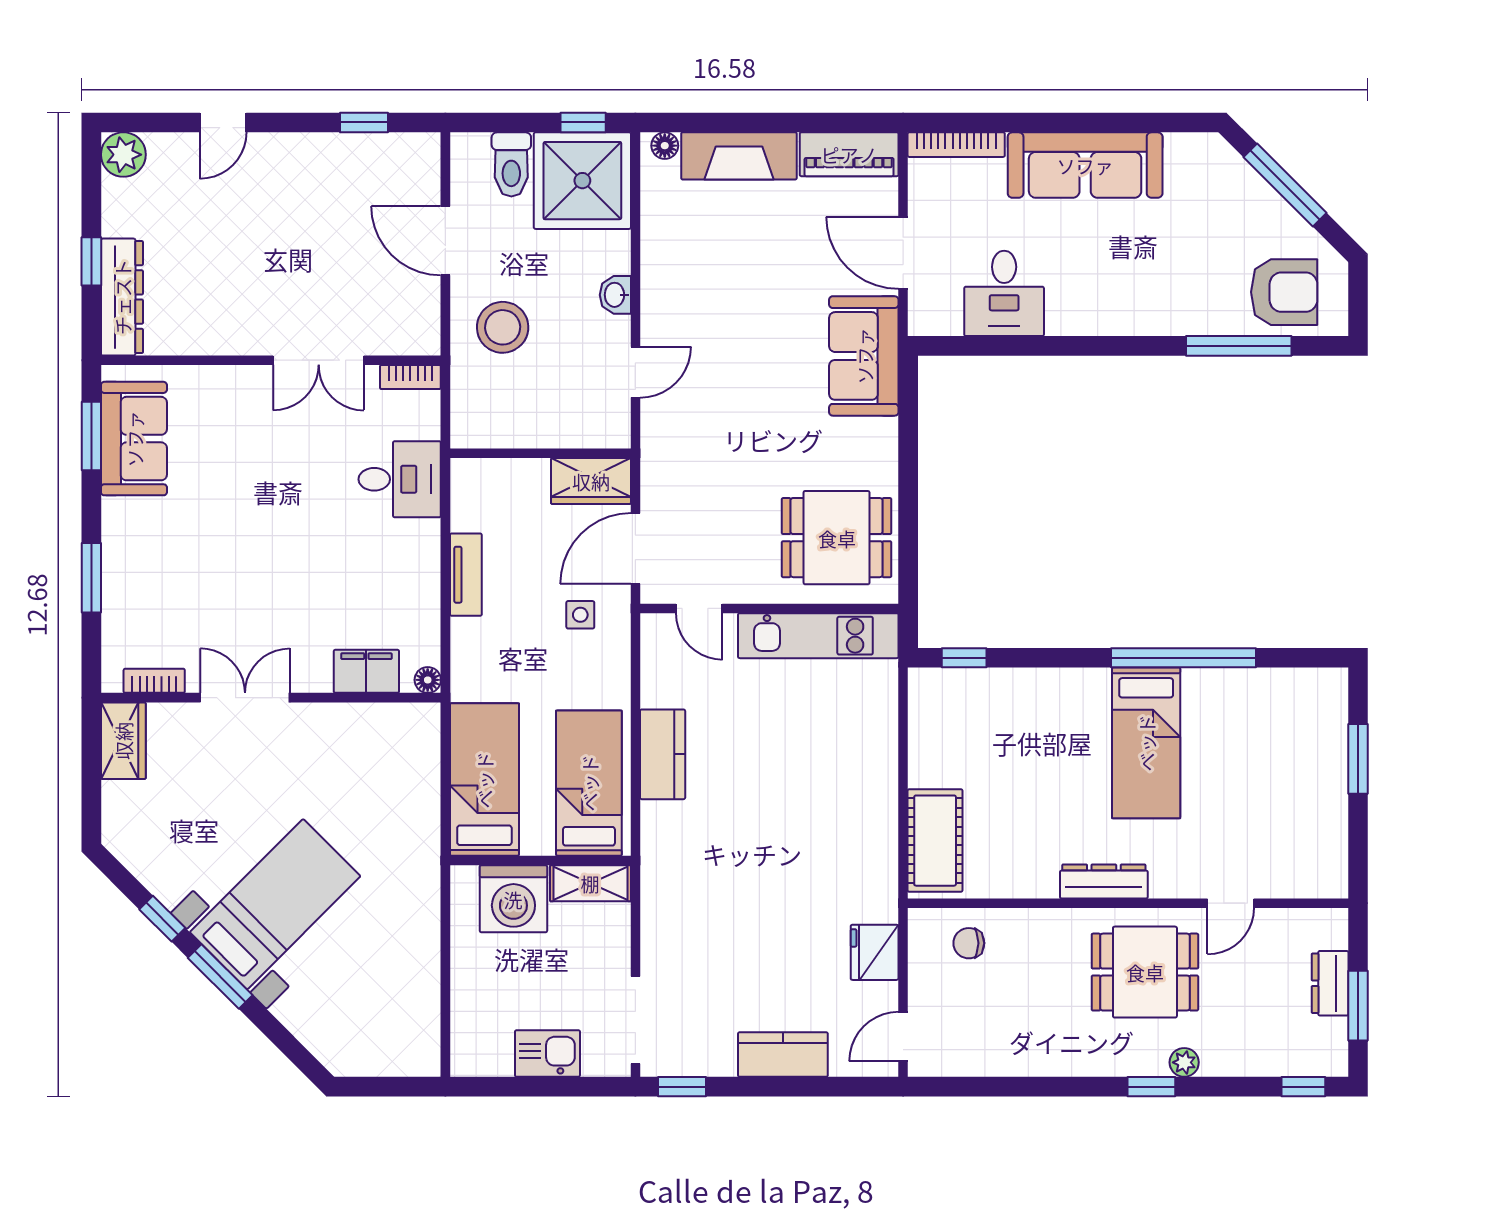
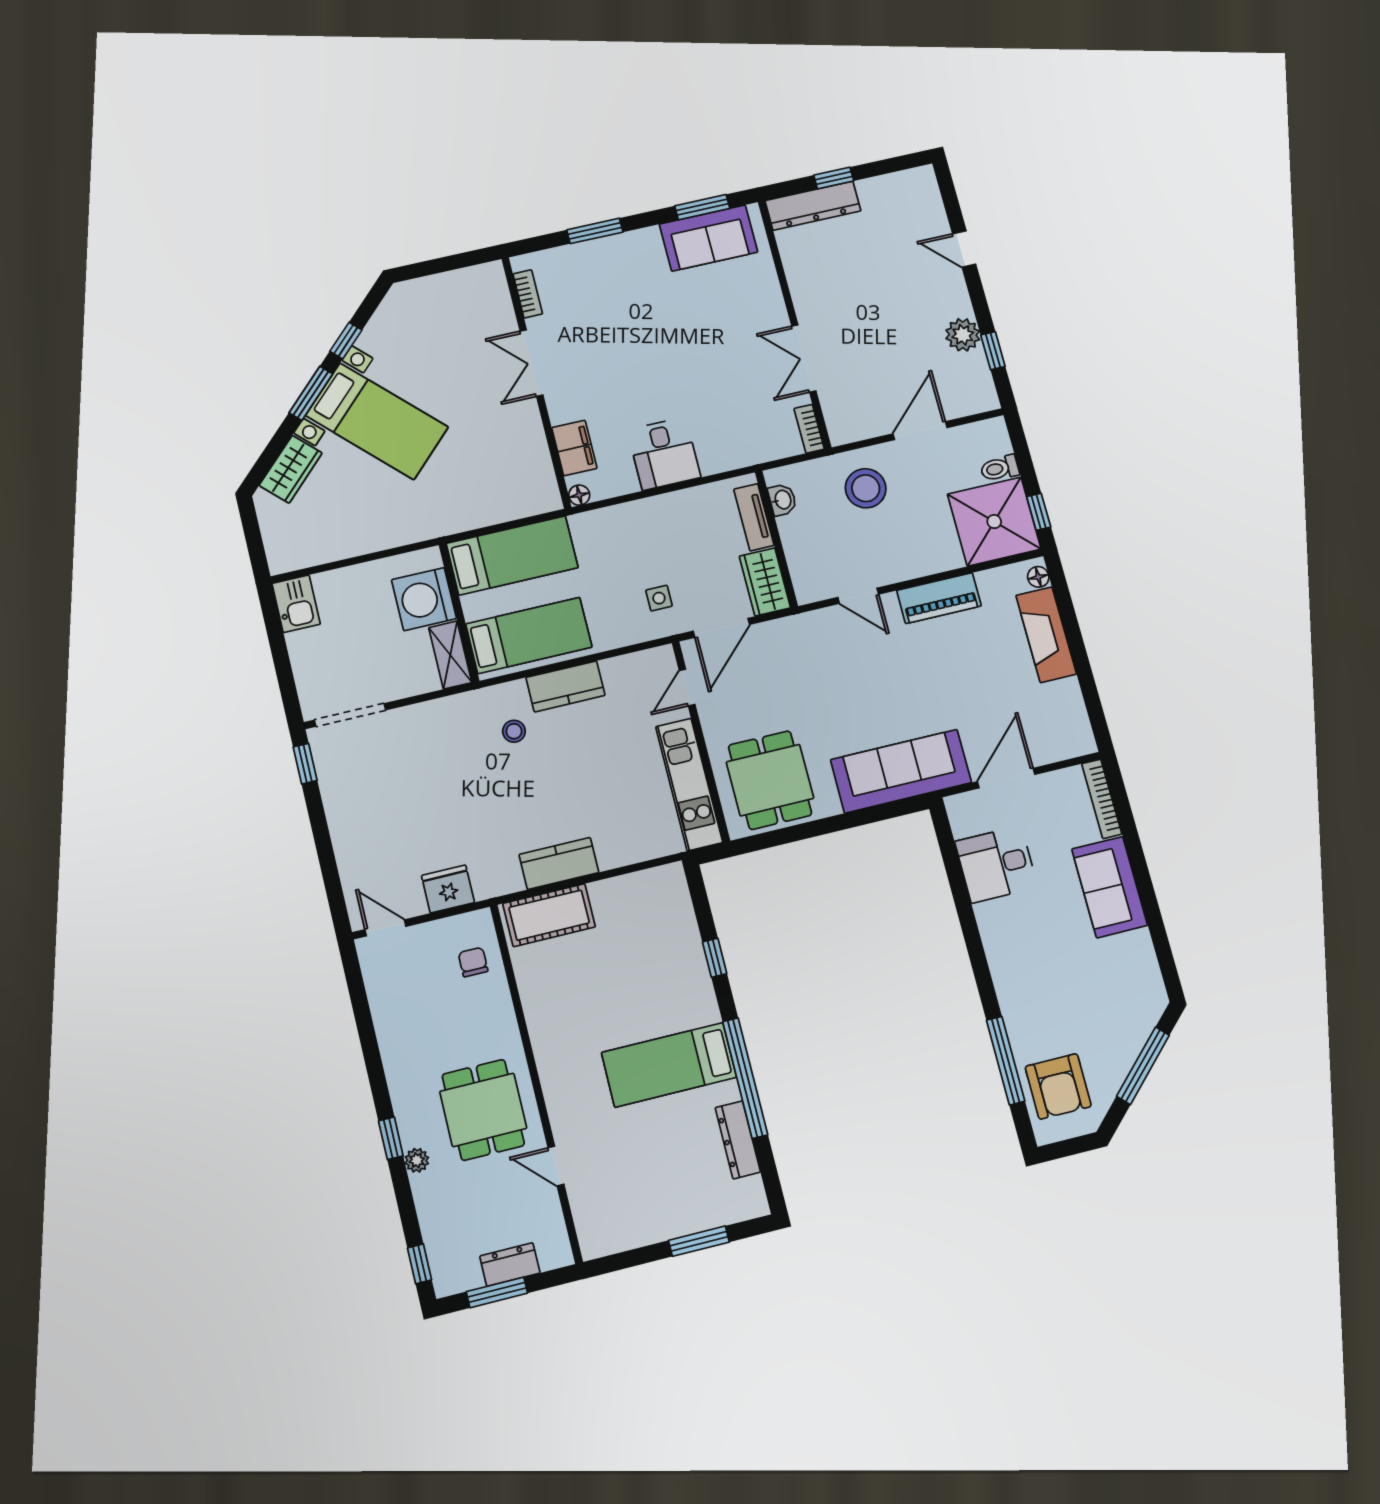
piano: (849, 154) -> (939, 598), moved, turned -90
plant: (123, 155) -> (963, 335), moved
toilet: (511, 164) -> (1000, 468), width x0.73, depth x0.72
sofa: (1085, 165) -> (1110, 887), width x0.73
washbasin: (615, 295) -> (782, 500), moved, turned 90
sofa: (864, 356) -> (901, 771), width x1.36
desk: (400, 479) -> (664, 454), moved
door: (635, 549) -> (721, 628), swing flipped
tv unit: (466, 575) -> (754, 517), moved, turned 90
window: (964, 658) -> (715, 958), moved
double door: (245, 698) -> (531, 363), swing flipped
wardrobe: (123, 741) -> (291, 469), moved, turned -45
stool: (703, 829) -> (514, 731), added
dresser: (1104, 881) -> (738, 1140), moved, turned 180
kitchen sink: (547, 1053) -> (296, 604), moved
kitchen counter: (783, 1055) -> (559, 863), moved, turned -90

